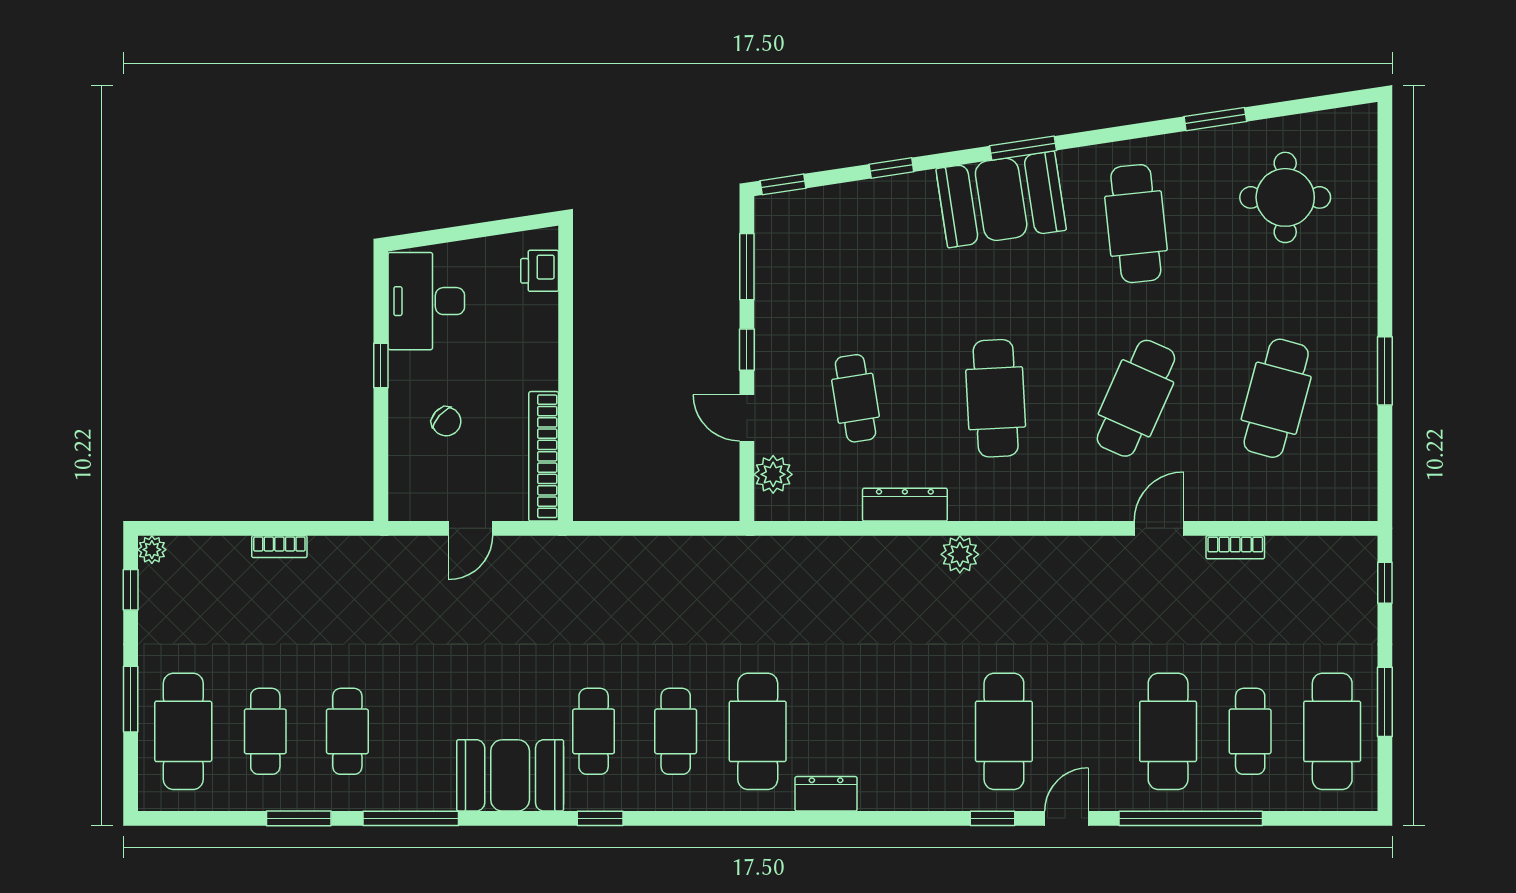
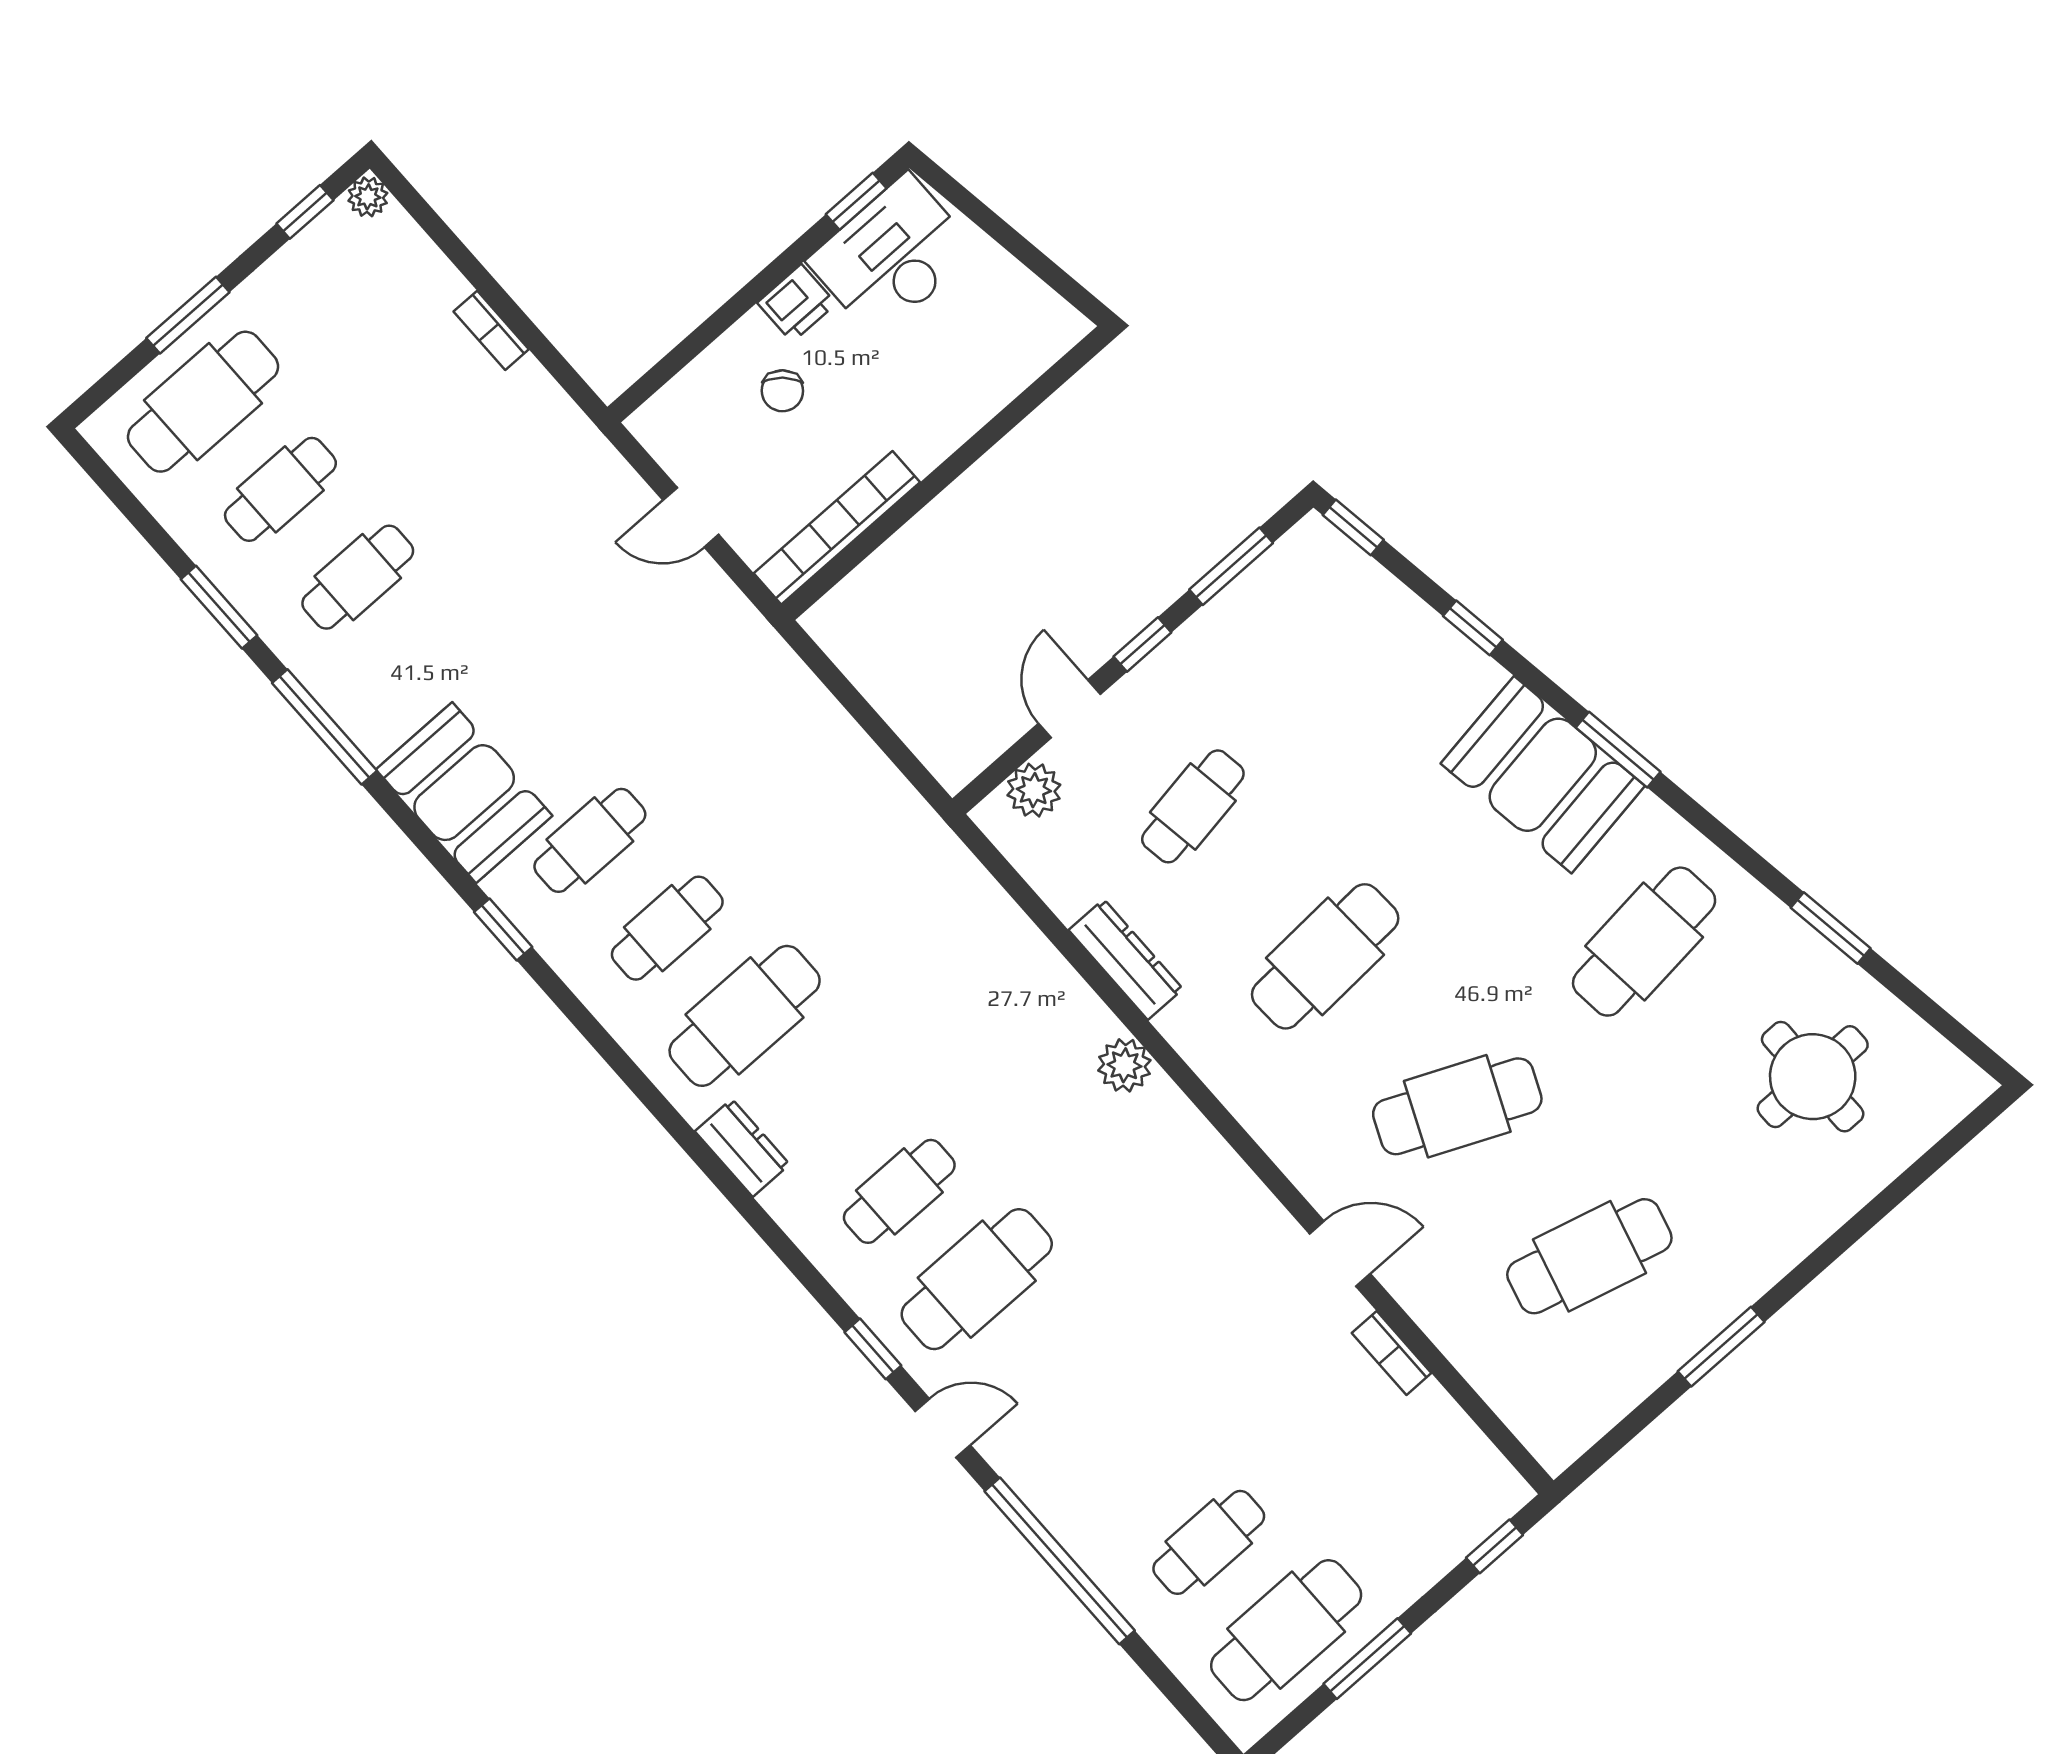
printer: (540, 271) -> (797, 303), moved, turned 180
window: (381, 366) -> (856, 201), moved
cafe table: (1168, 731) -> (899, 1191), moved, width x0.73, depth x0.74

